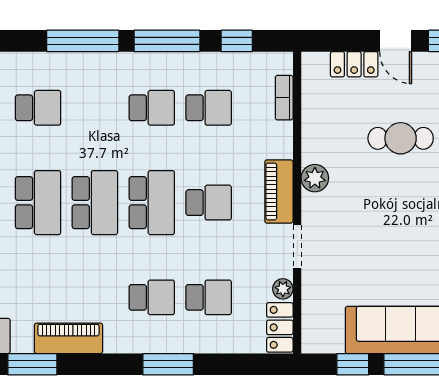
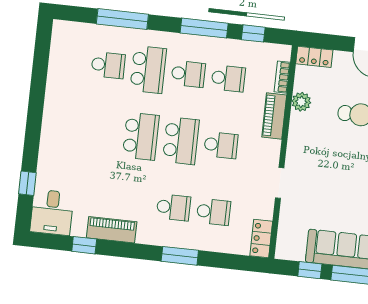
window: (83, 41) -> (122, 19), moved
locker: (354, 64) -> (314, 57), moved
plant: (315, 178) -> (301, 102), moved
piano: (279, 191) -> (274, 116), moved
school desk: (38, 203) -> (148, 70), moved
plant: (283, 289) -> (266, 212), removed
window: (32, 364) -> (84, 245), width x0.67

